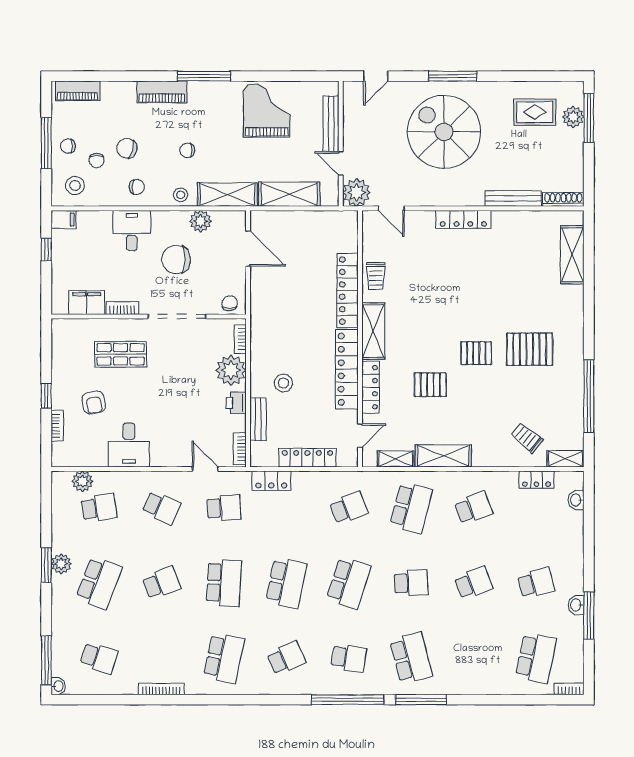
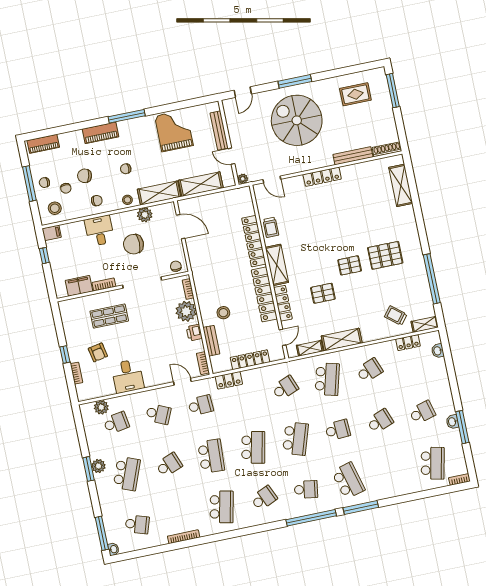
plant: (573, 117) -> (382, 92), removed
plant: (357, 192) -> (243, 179), width x0.53, depth x0.53

